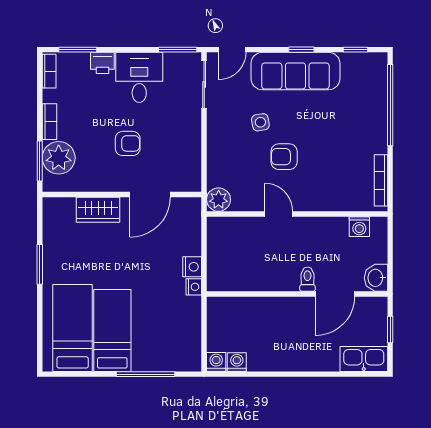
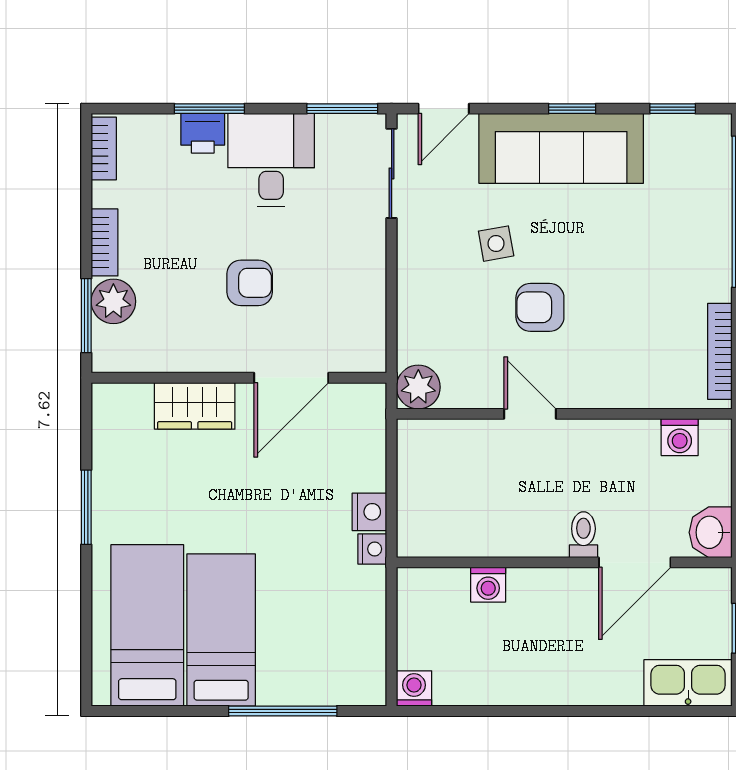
window: (78, 50) -> (209, 109), moved
plant: (59, 158) -> (113, 301), width x0.73, depth x0.73
washing machine: (237, 362) -> (488, 585), moved, turned 180

